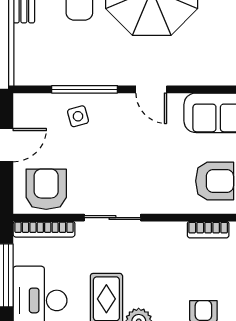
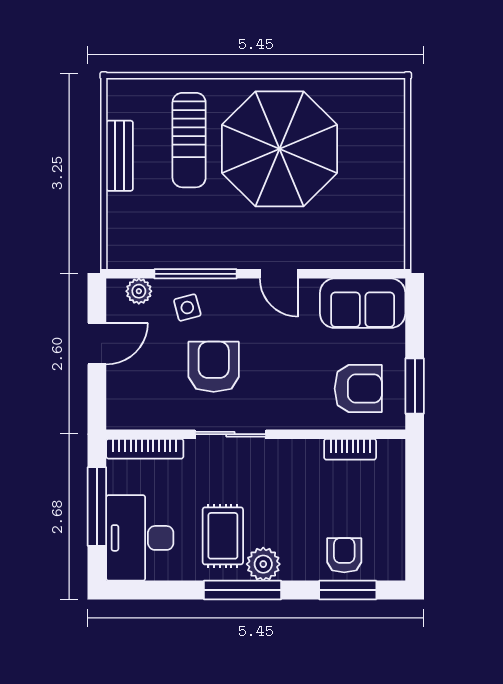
plant: (39, 103) -> (139, 291), added
armchair: (46, 189) -> (214, 367), moved

